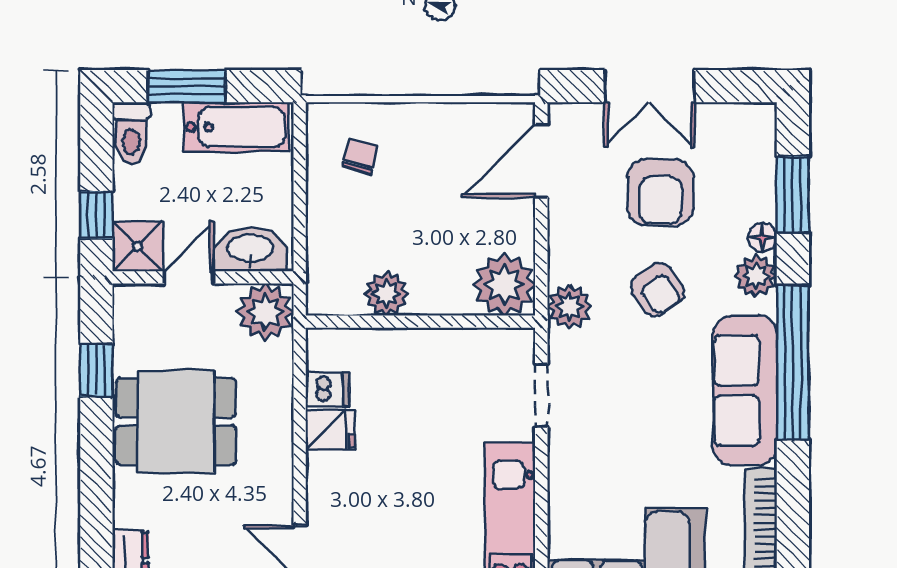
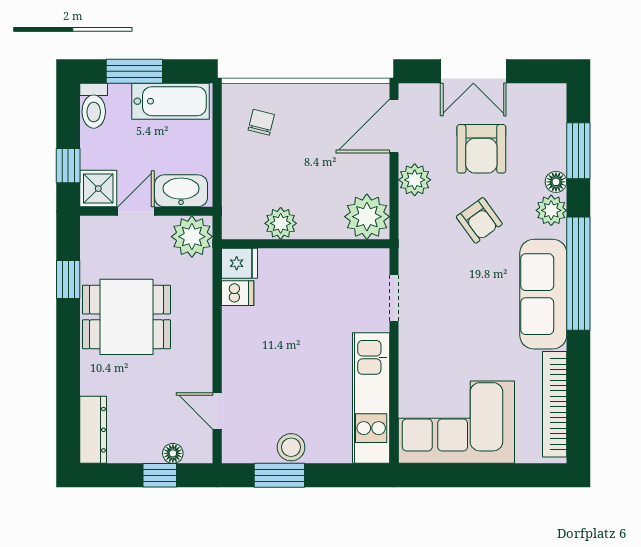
plant: (569, 307) -> (415, 180), moved
fridge: (330, 430) -> (239, 263), moved

